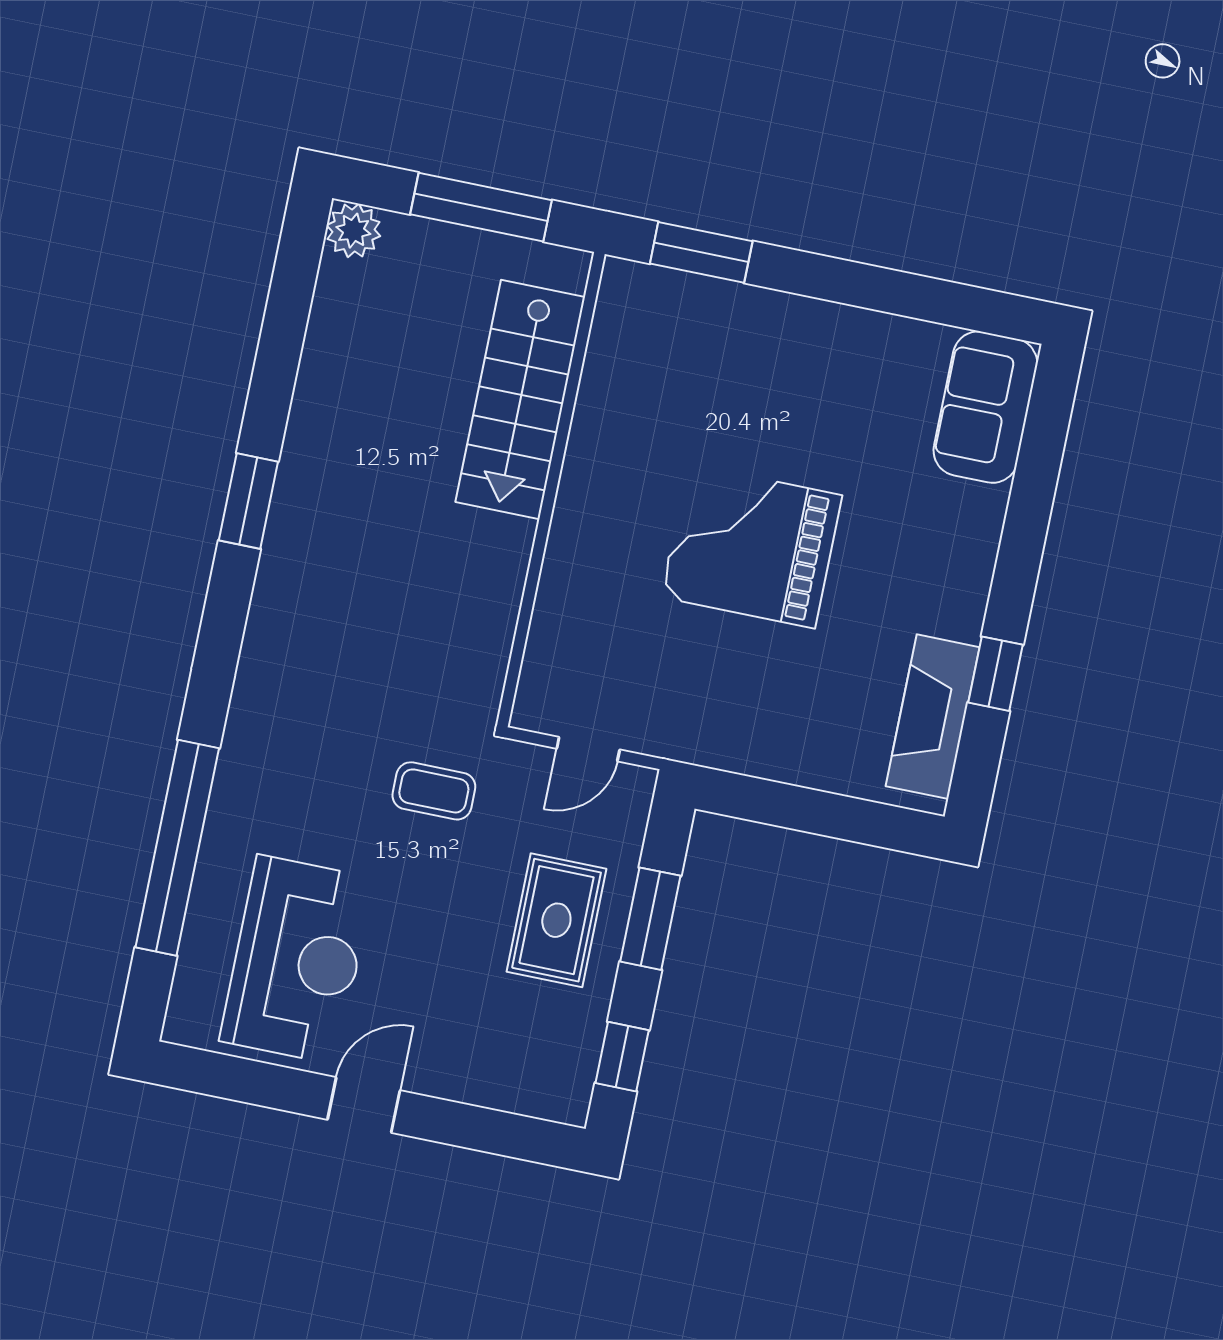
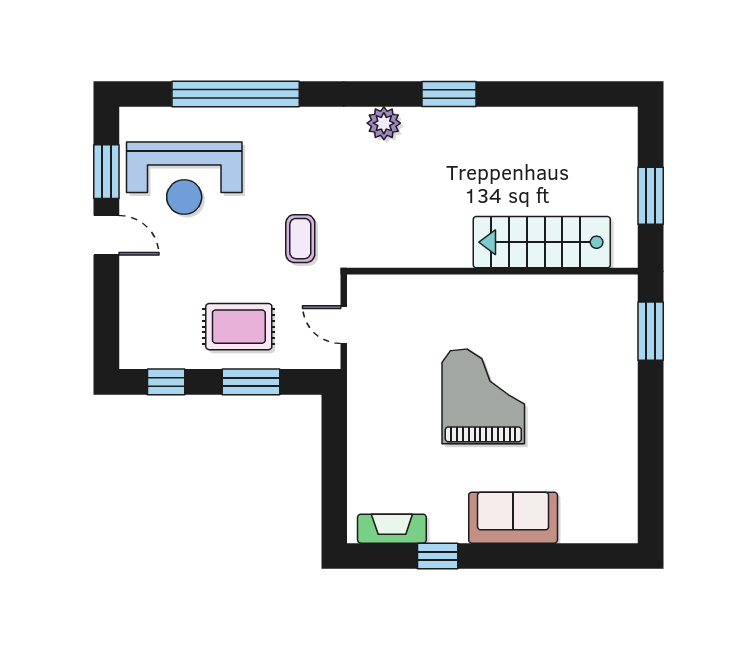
window: (481, 207) -> (651, 196), width x0.69
plant: (353, 231) -> (384, 123), moved
sofa: (985, 407) -> (513, 518), moved
fireplace: (933, 717) -> (392, 529), width x0.73, depth x0.76
window: (260, 1084) -> (106, 172), added

